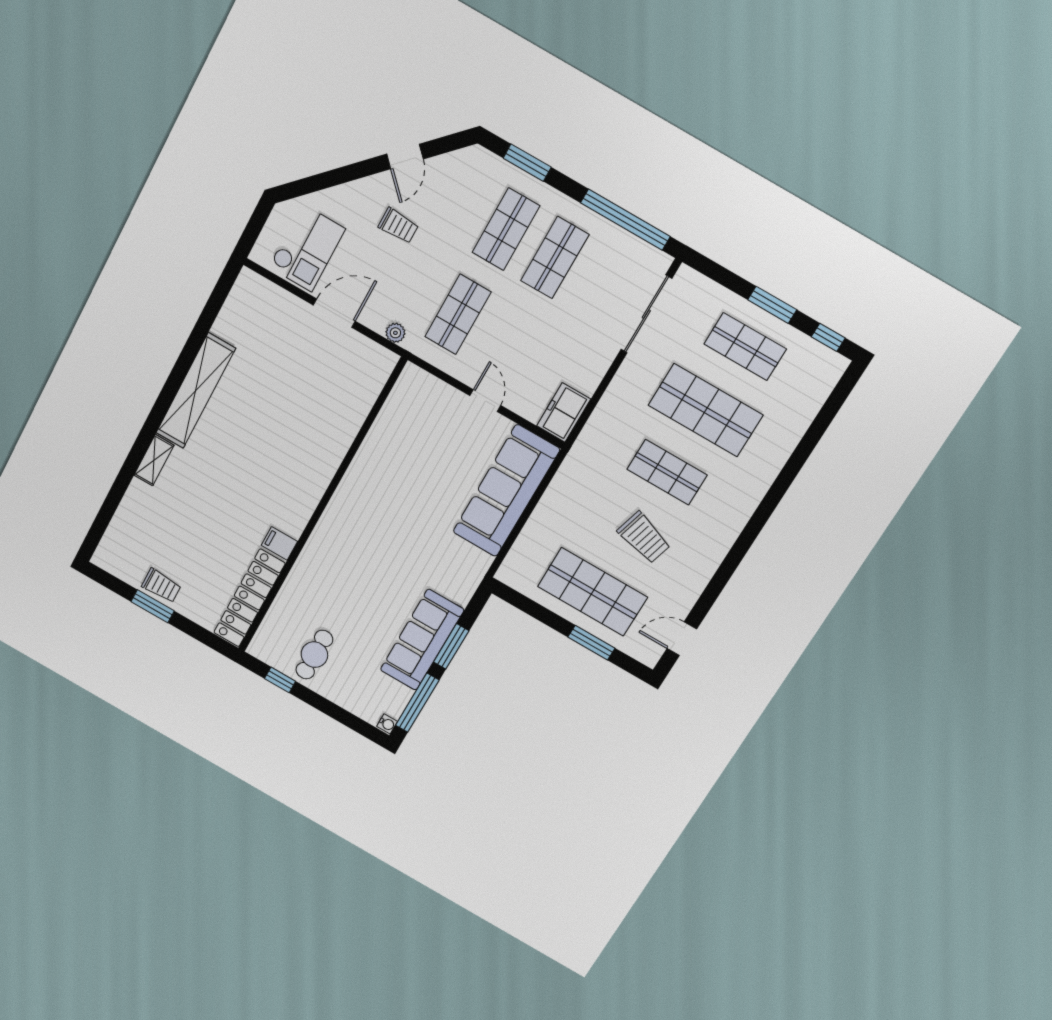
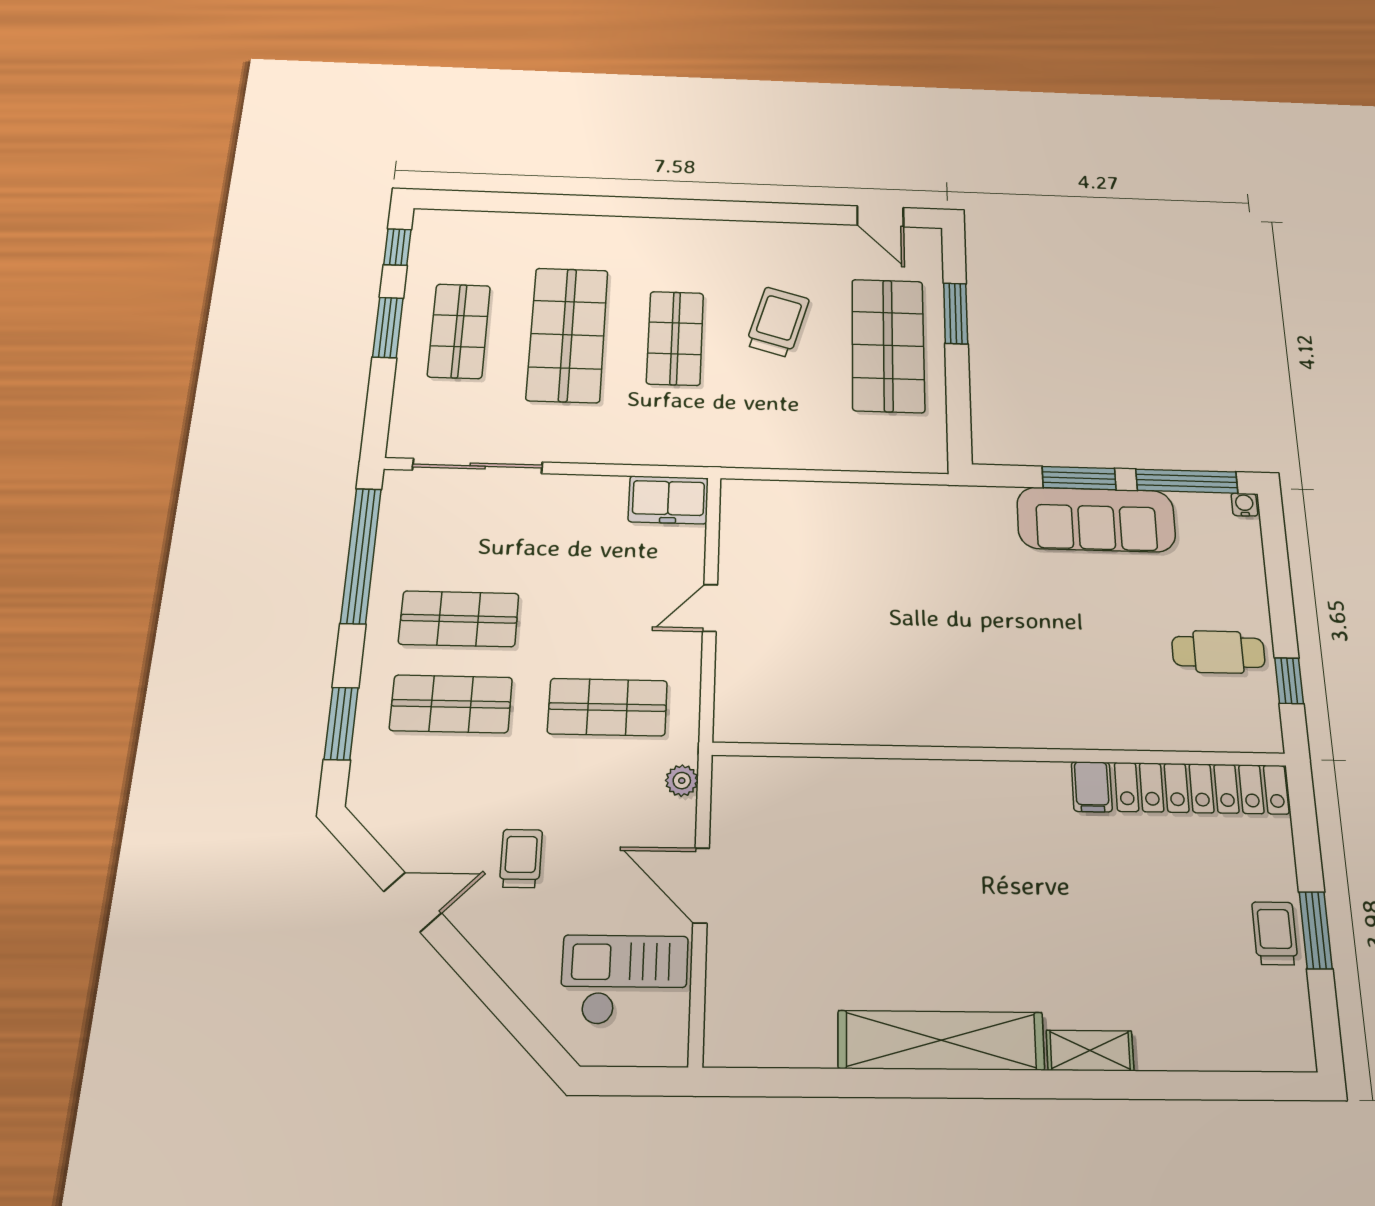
sofa: (506, 491) -> (820, 517), removed

